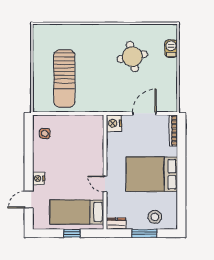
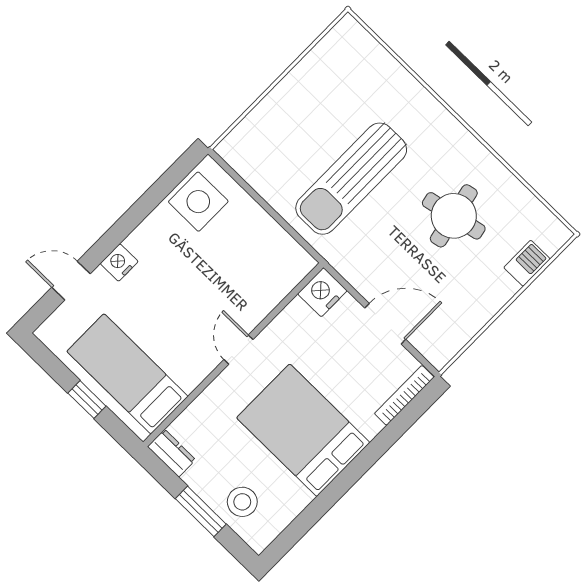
sun lounger: (64, 78) -> (351, 179), moved
side table: (45, 133) -> (198, 202), width x1.87, depth x1.87
door: (105, 184) -> (238, 350), moved

